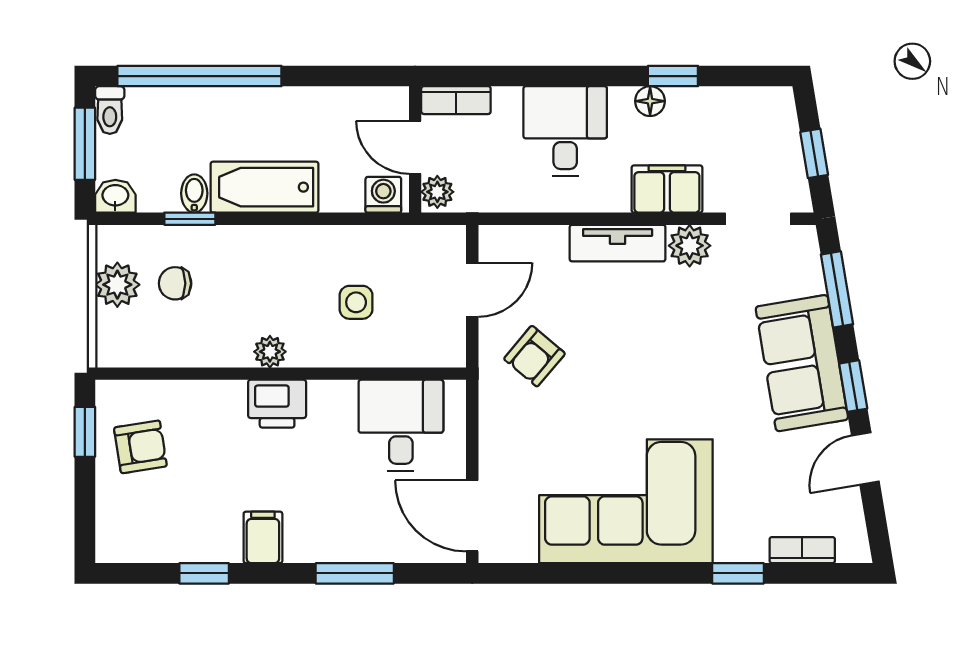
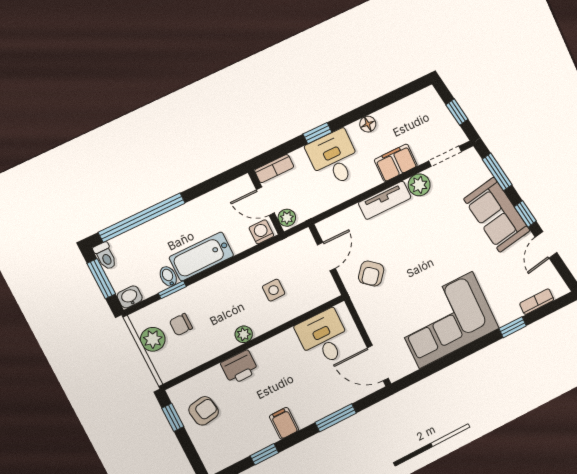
window: (673, 76) -> (317, 133), moved
printer: (277, 404) -> (240, 367), moved

